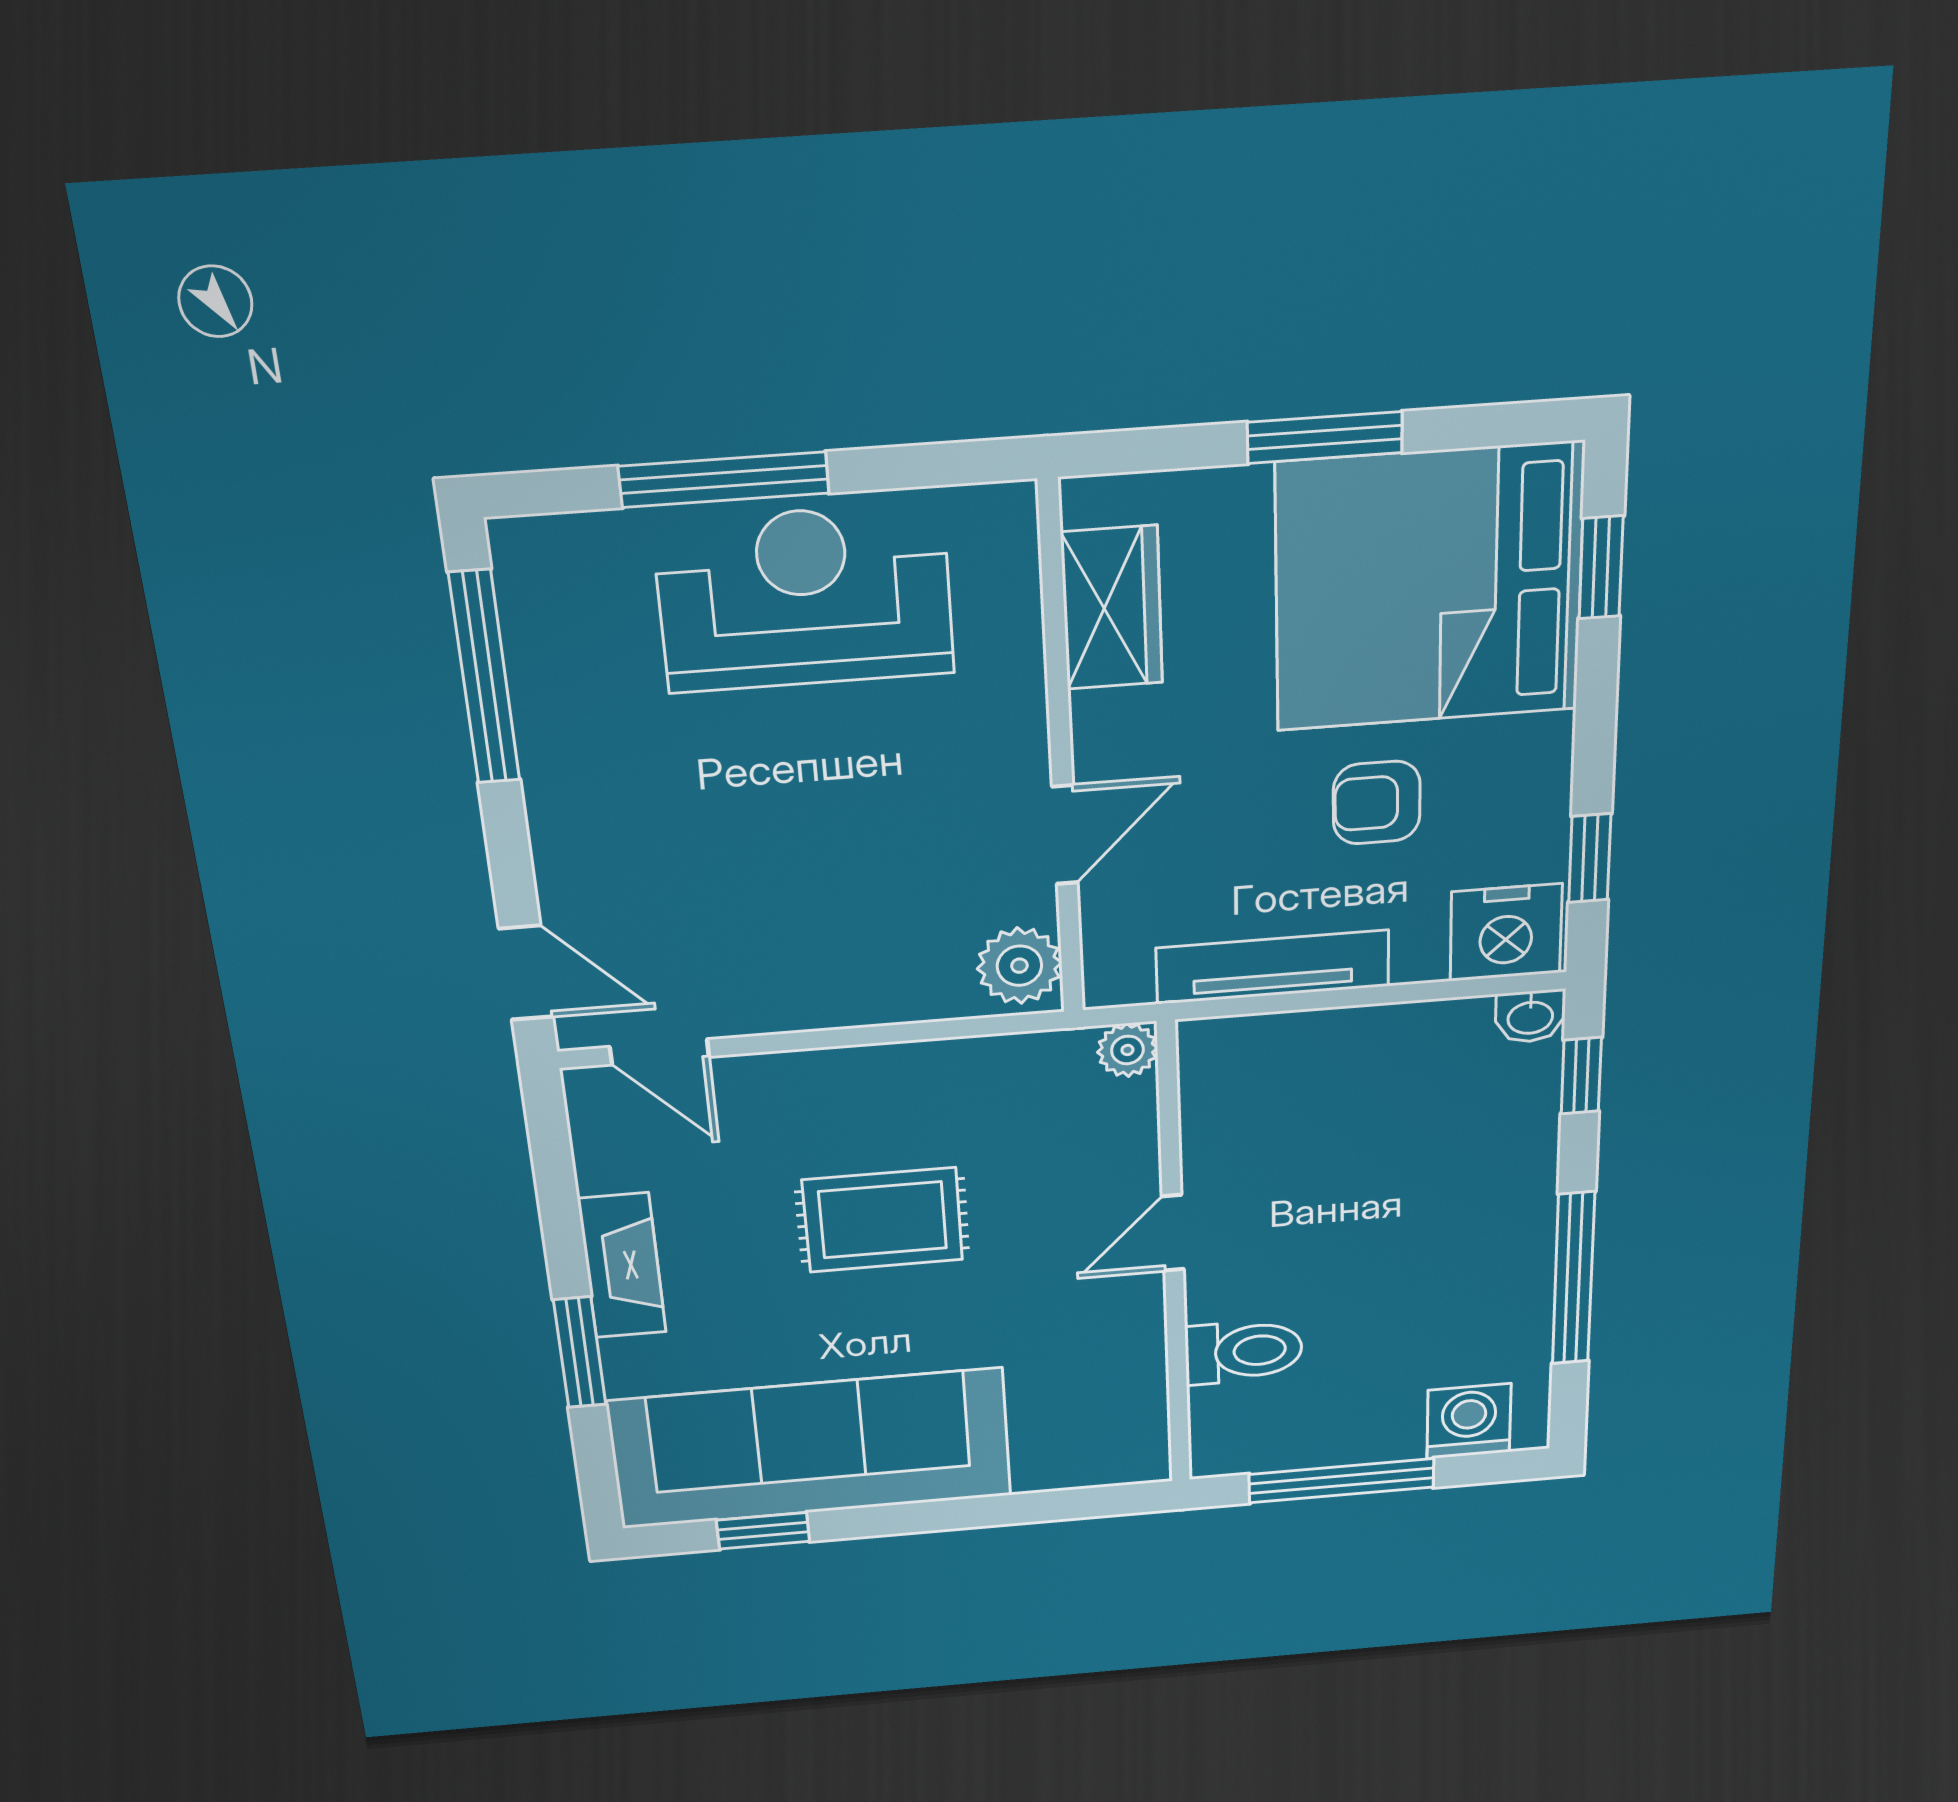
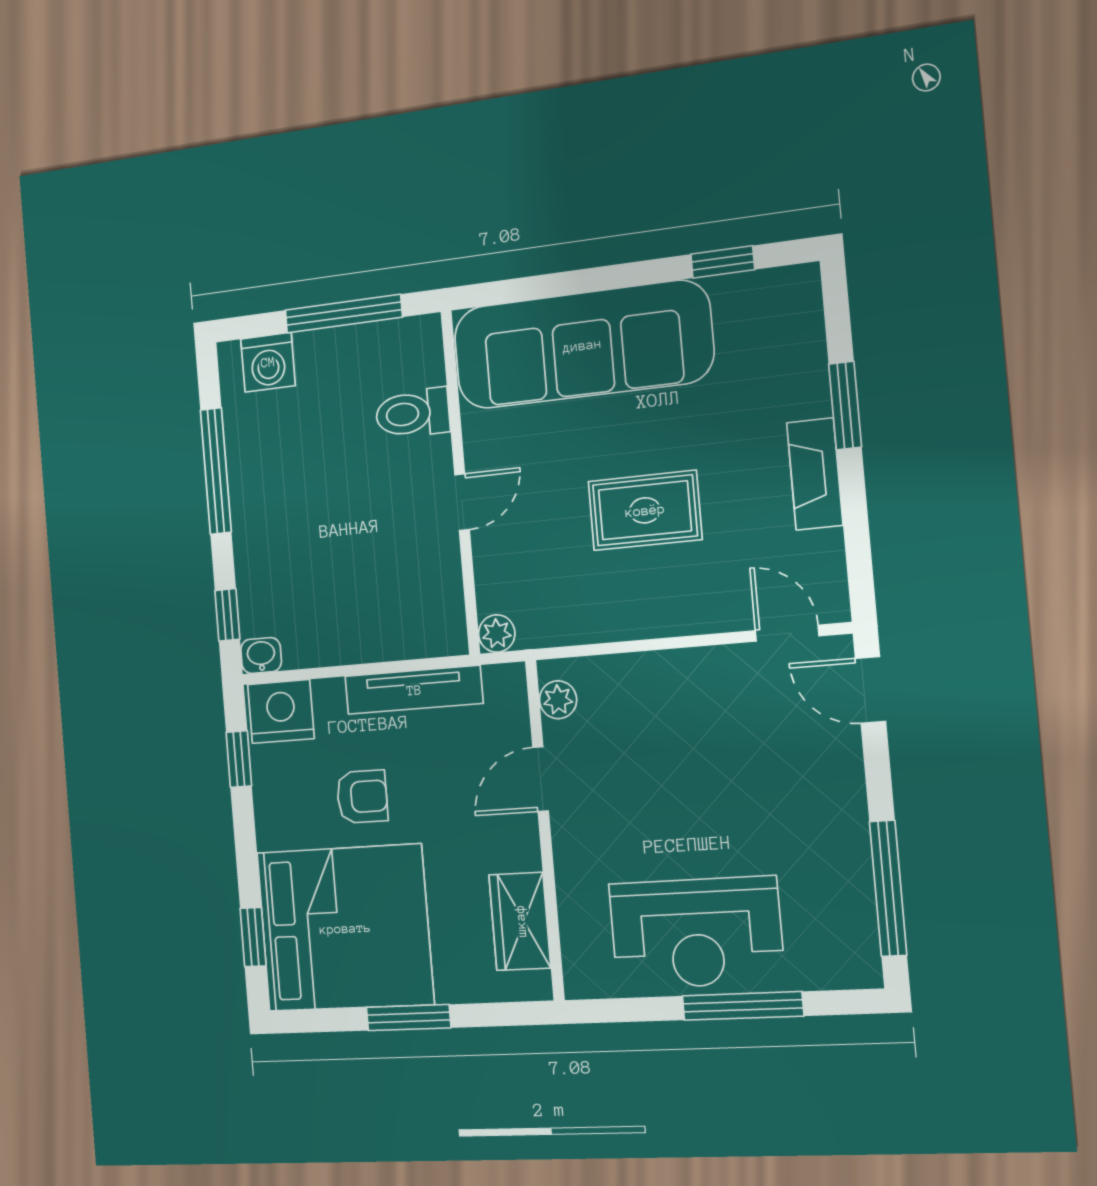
plant: (1019, 966) -> (558, 700), width x0.73, depth x0.73
sofa: (811, 1448) -> (582, 345), moved

